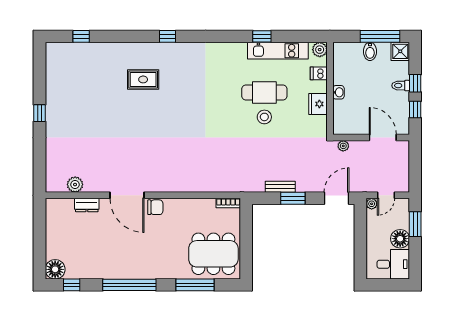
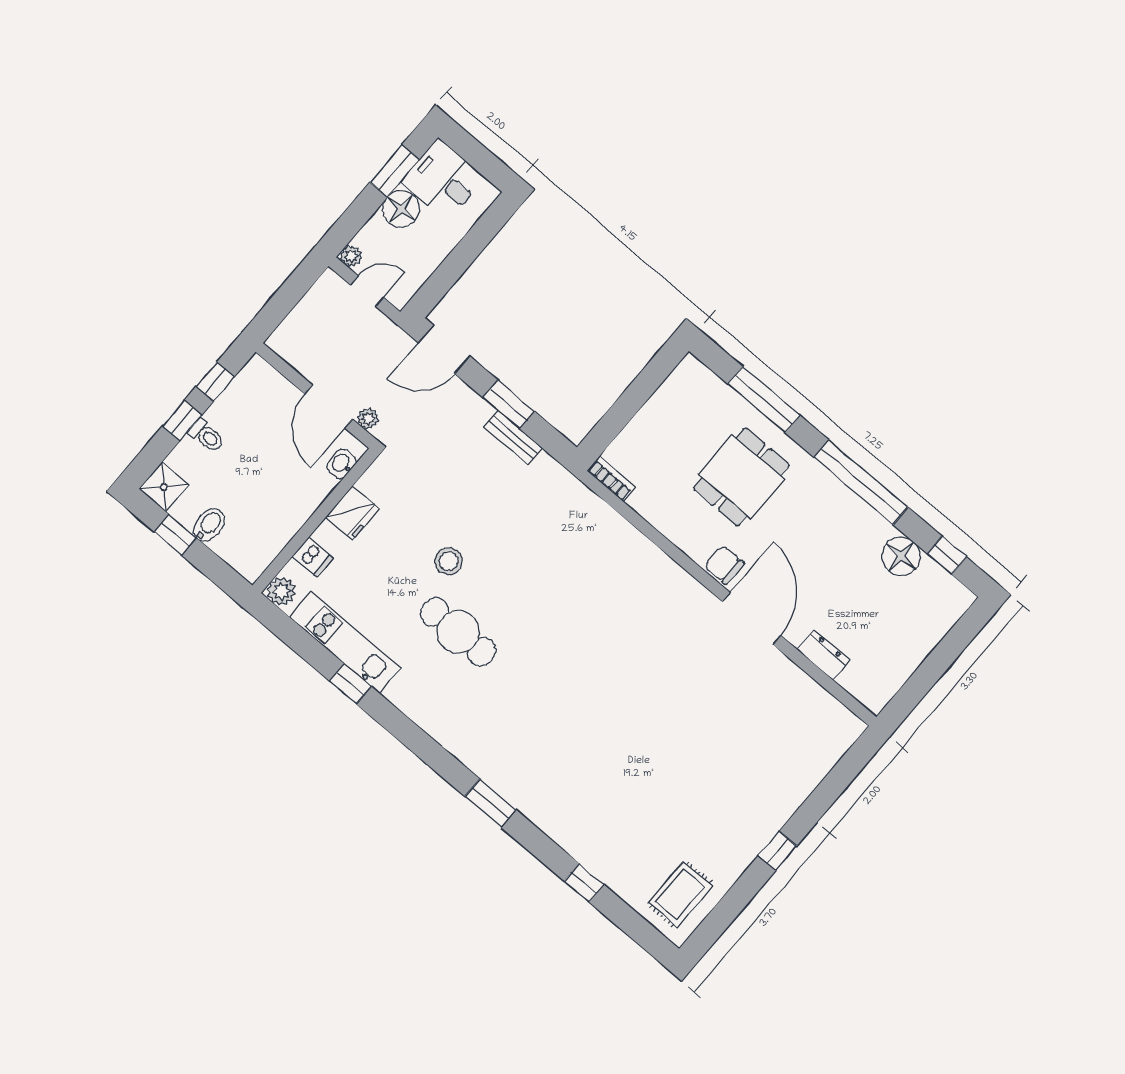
window: (81, 36) -> (584, 883), moved
window: (167, 36) -> (491, 803), width x1.50
window: (380, 36) -> (175, 535), width x0.46
rug: (143, 79) -> (680, 894), moved, turned 90
washbasin: (338, 92) -> (342, 464), moved
cafe table: (264, 93) -> (458, 632), moved
door: (383, 138) -> (329, 406), moved
plant: (75, 185) -> (815, 700), removed
plant: (372, 204) -> (351, 256), moved
window: (415, 224) -> (395, 171), moved
dining table: (213, 254) -> (741, 477), moved, width x0.73
floor lamp: (55, 269) -> (901, 556), moved

